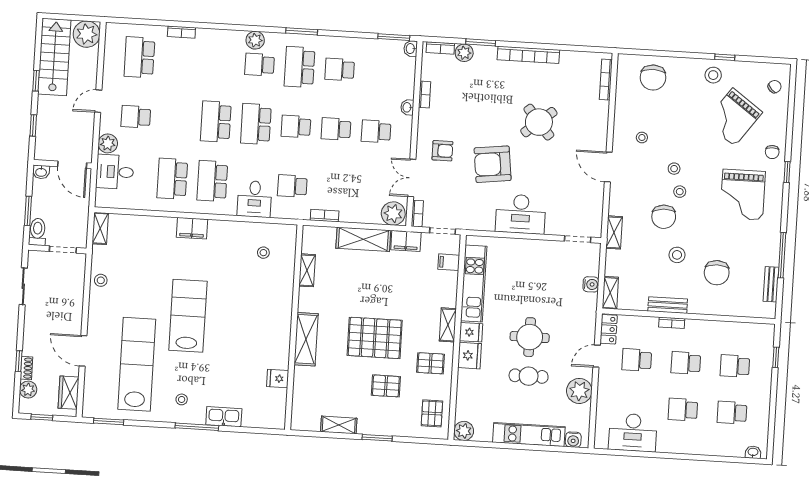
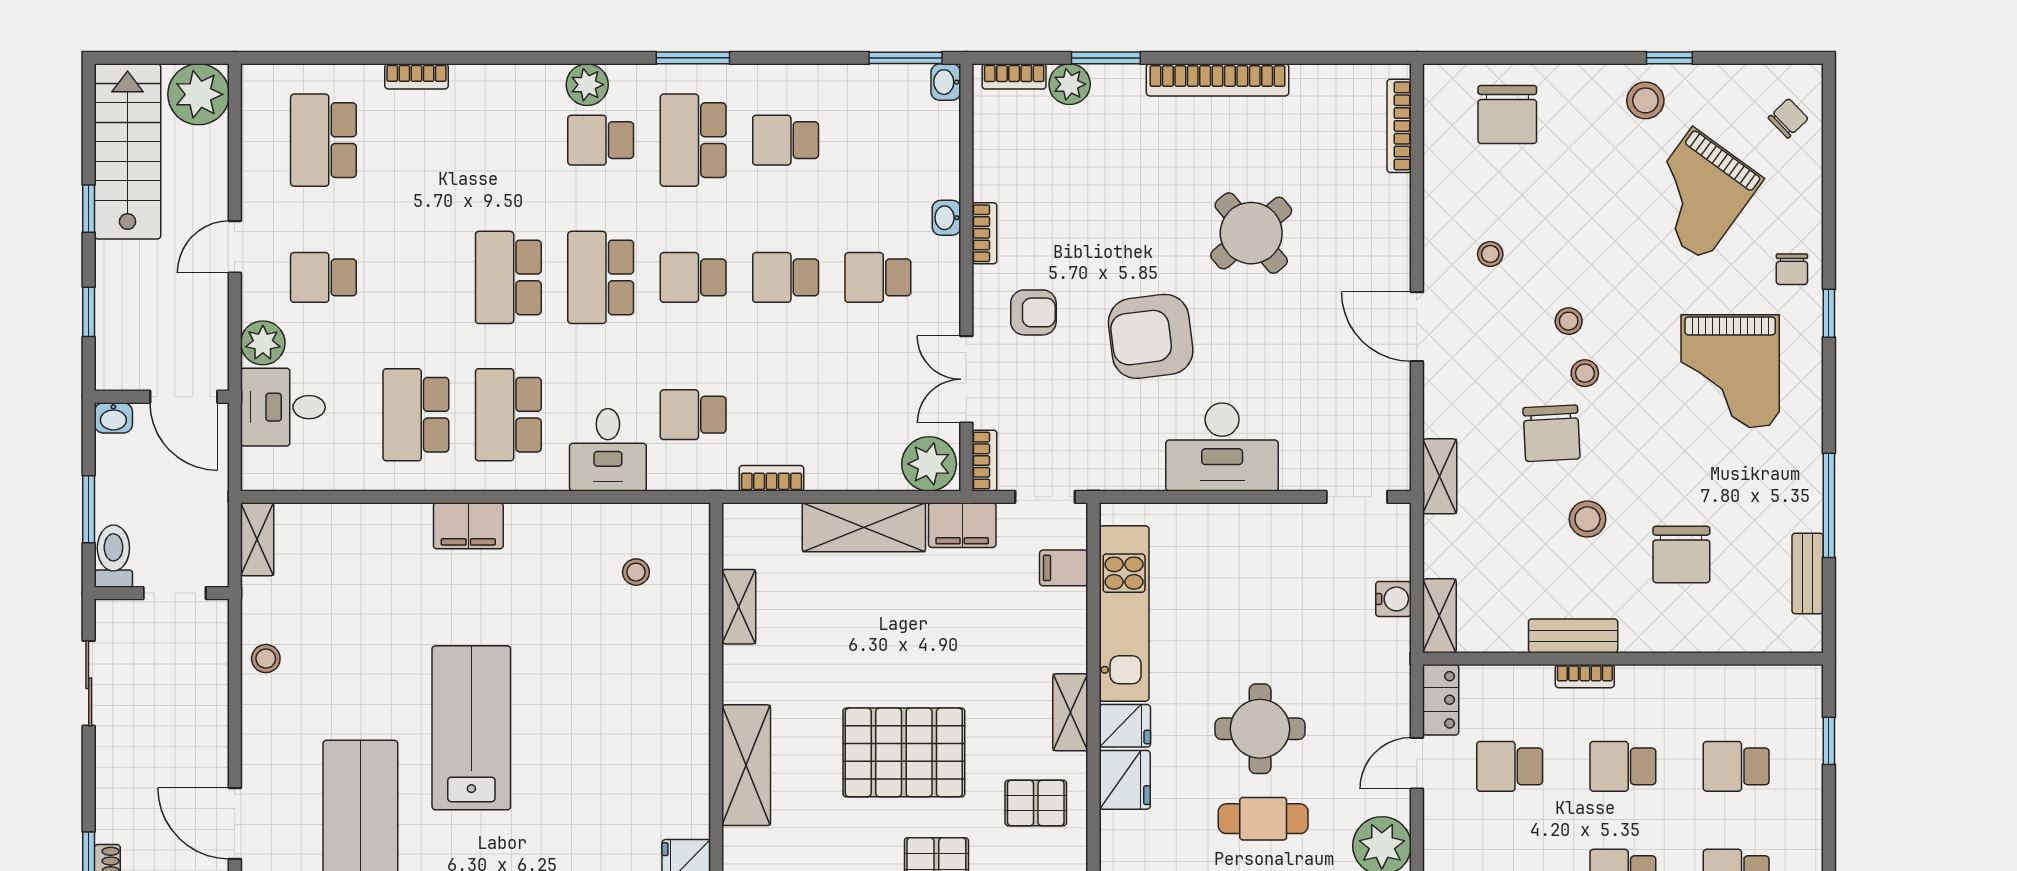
bookcase: (425, 94) -> (984, 233), moved

